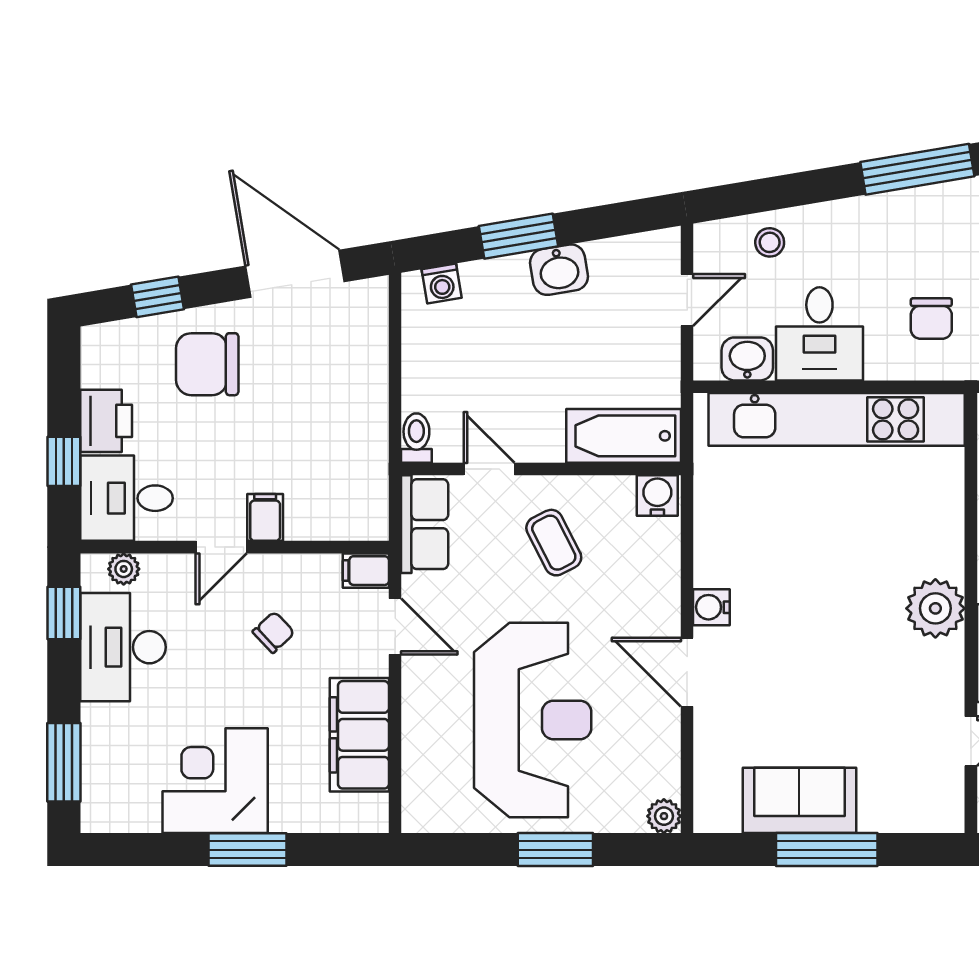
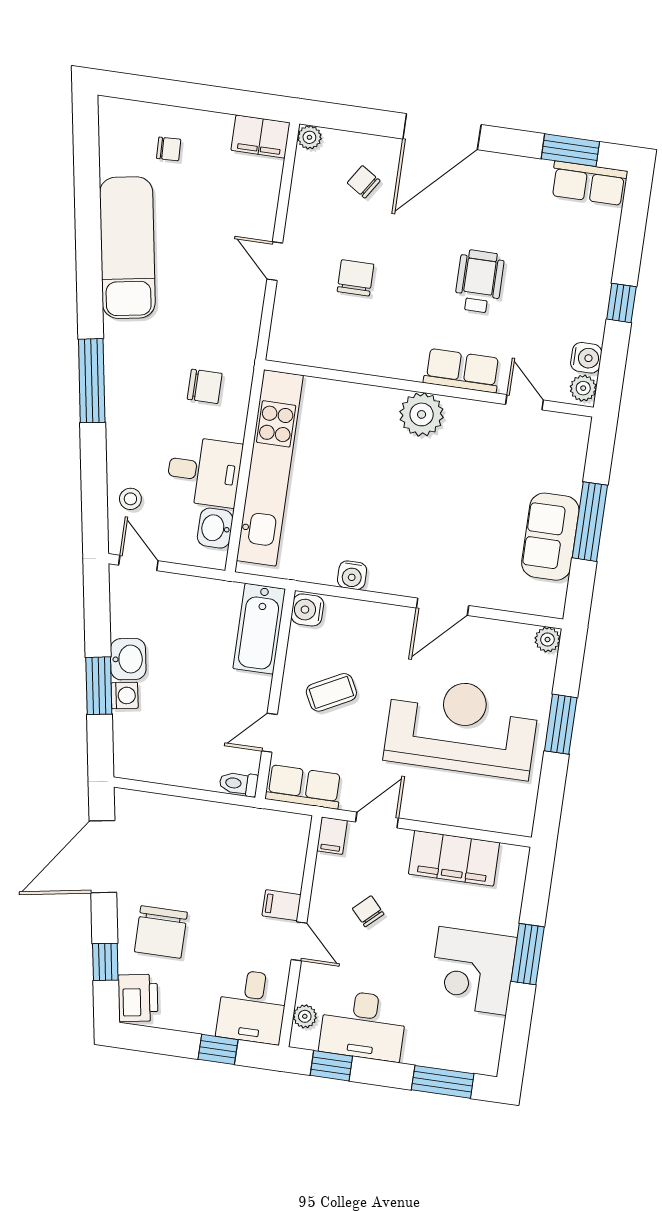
washing machine: (442, 283) -> (125, 696), moved
door: (687, 300) -> (138, 563), moved
printer: (106, 421) -> (138, 998), moved, turned 80
water cooler: (711, 607) -> (352, 575), moved

